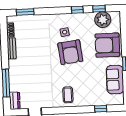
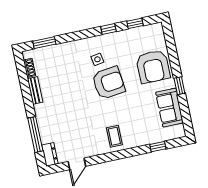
plant: (103, 20) -> (142, 36), removed
armchair: (107, 45) -> (153, 67), turned -90
armchair: (70, 52) -> (109, 83), turned -90

